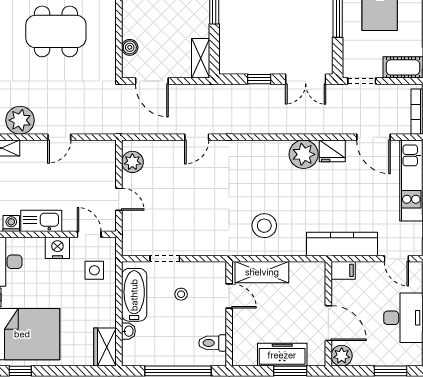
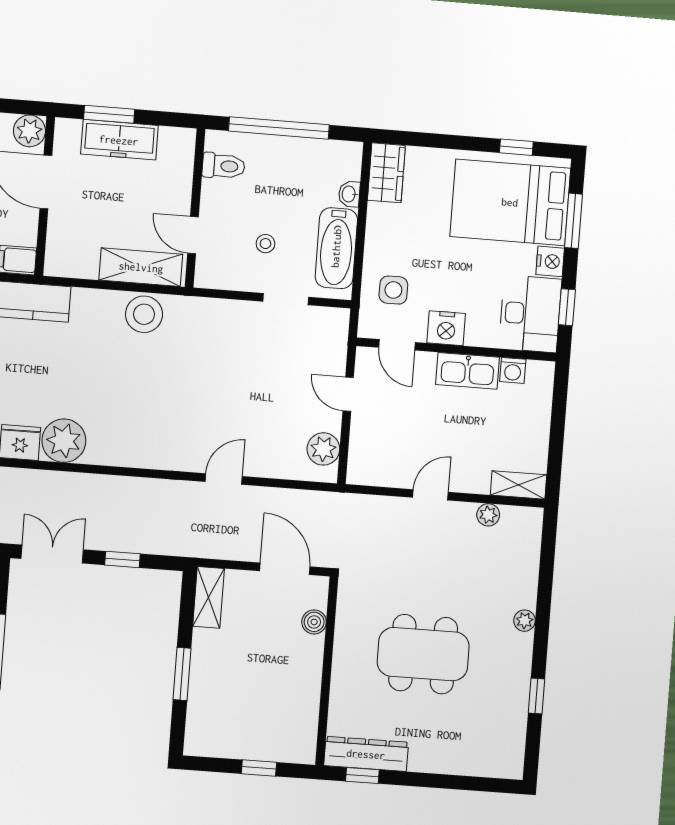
plant: (20, 120) -> (488, 515), width x0.53, depth x0.53
stool: (264, 226) -> (144, 314), moved

